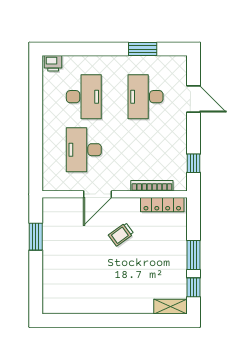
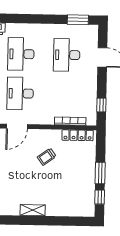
window: (143, 49) -> (78, 20), moved
desk: (84, 97) -> (21, 54), turned 180
door: (97, 194) -> (17, 126), moved
shelving: (171, 307) -> (33, 210), moved

